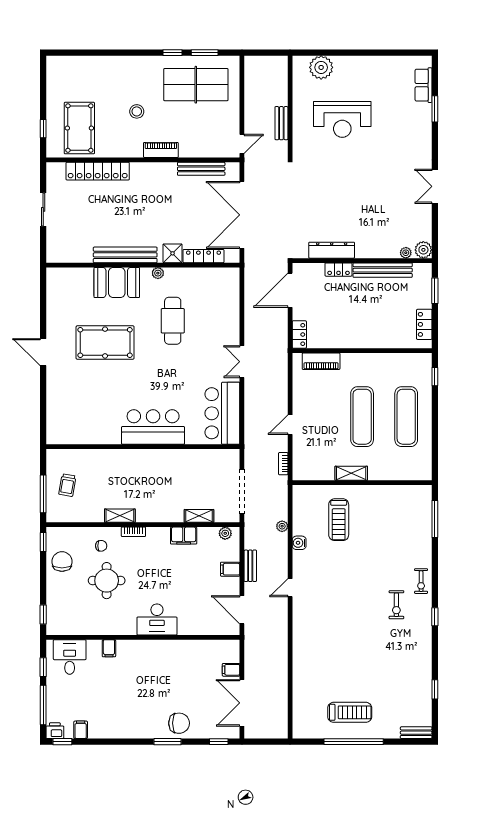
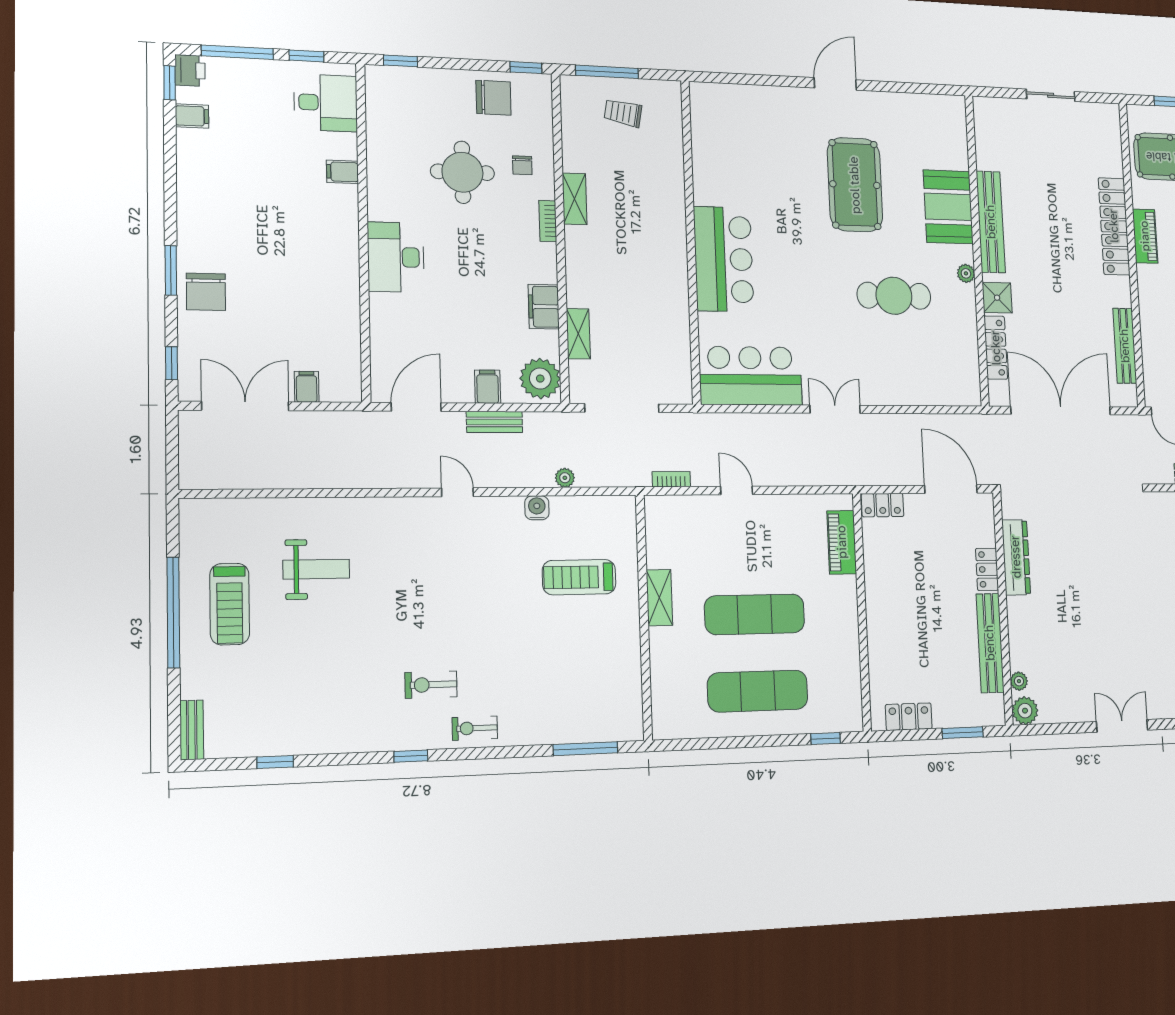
piano: (161, 150) -> (1145, 236), moved
locker: (98, 171) -> (1114, 226), moved
plant: (225, 533) -> (540, 379), width x1.87, depth x1.87
weight bench: (332, 666) -> (316, 569), added

